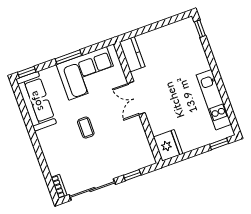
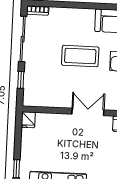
coffee table: (86, 128) -> (80, 56), width x1.86, depth x1.72
fridge: (168, 145) -> (28, 120), width x0.53, depth x0.75

